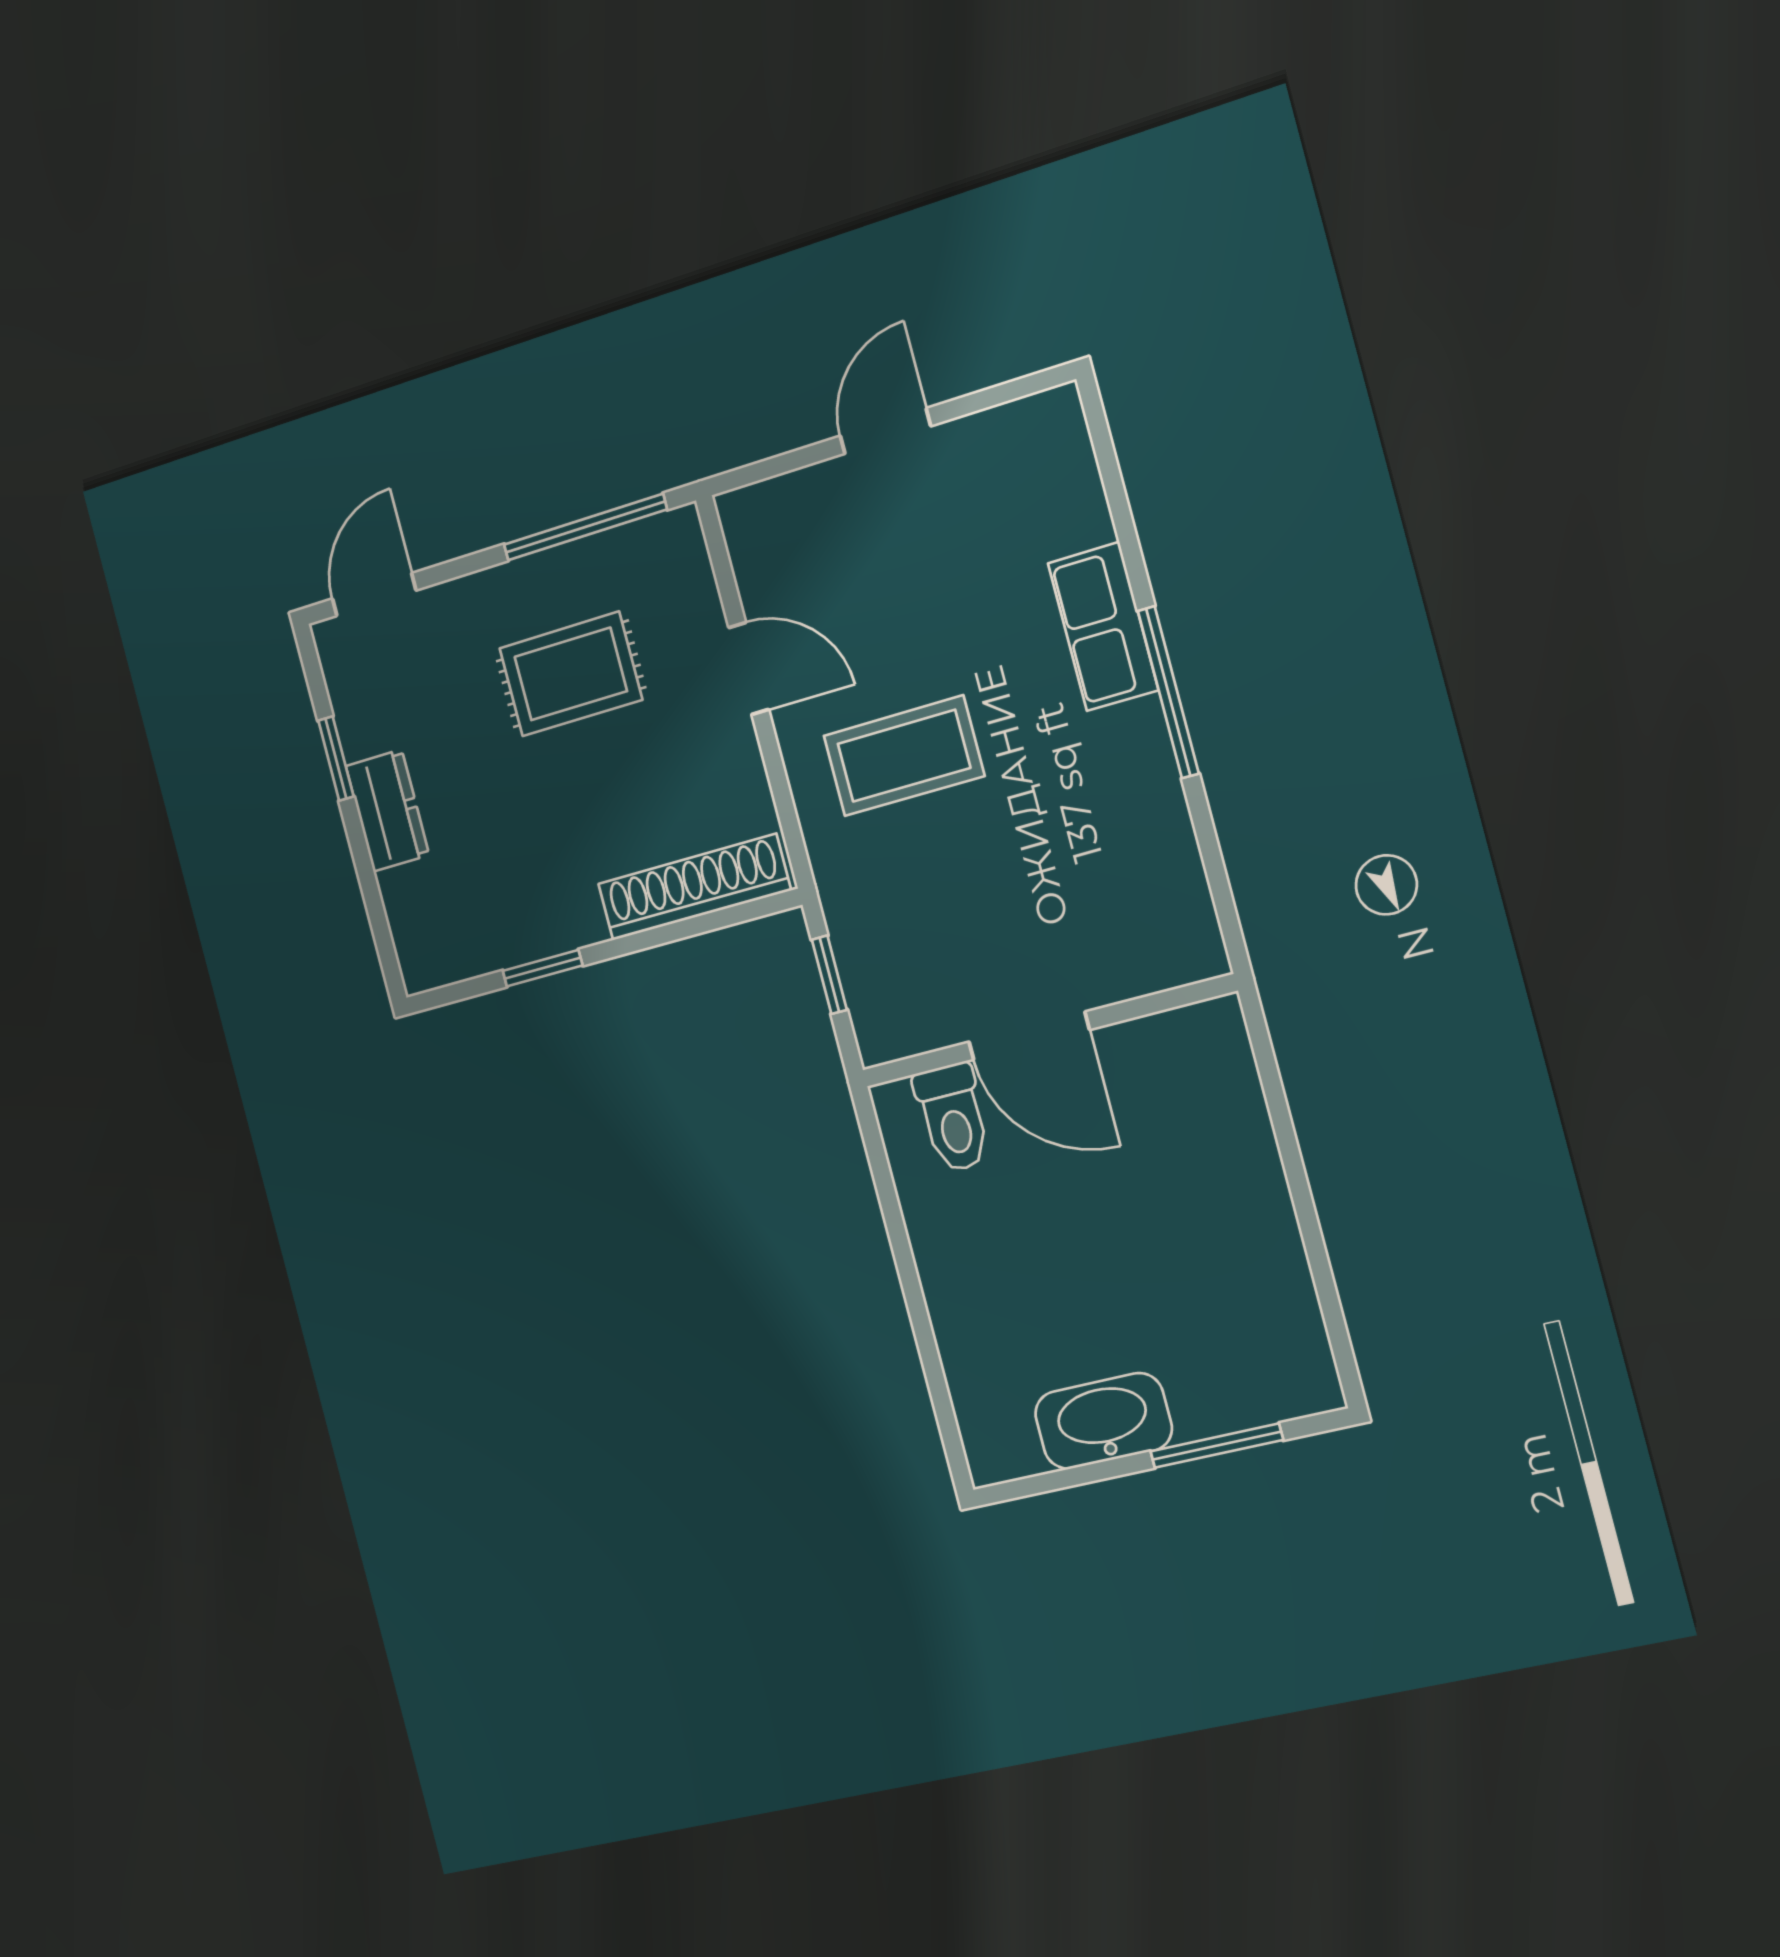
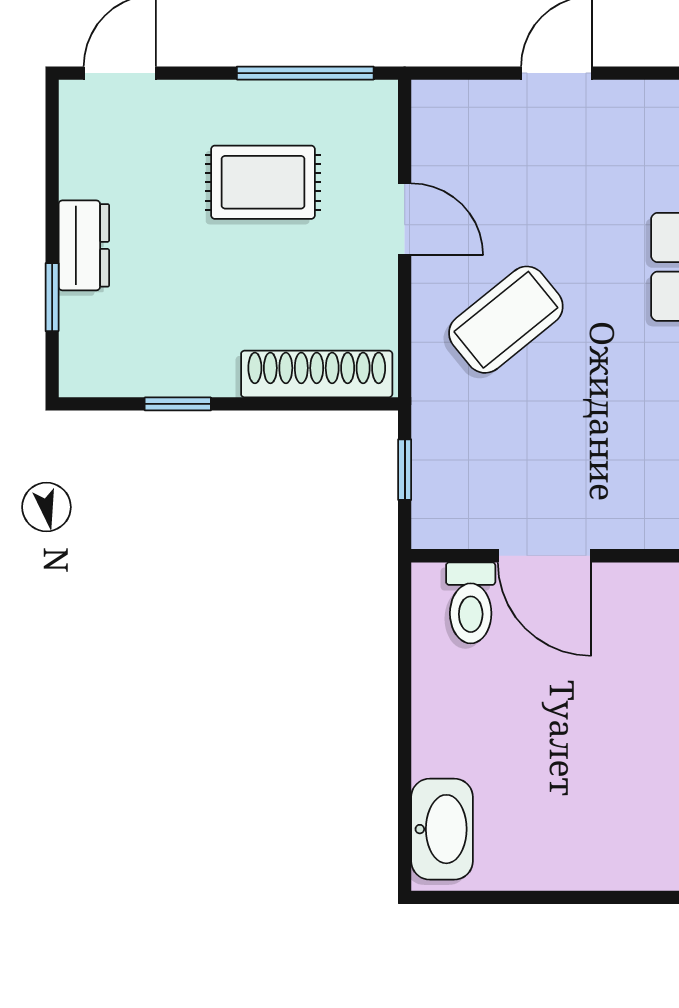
coffee table: (904, 756) -> (506, 320), turned -39
window: (336, 759) -> (52, 297), moved
washbasin: (1103, 1421) -> (442, 829), moved, turned 90
window: (1217, 1446) -> (604, 897), removed

